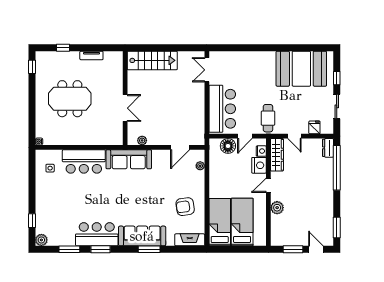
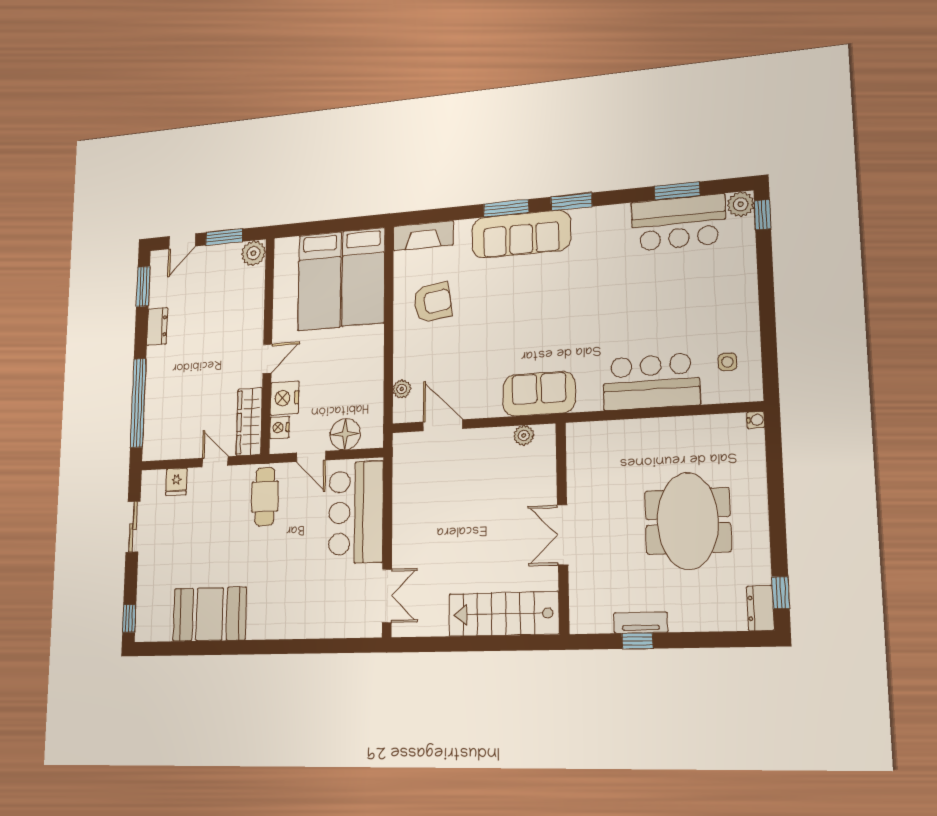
window: (63, 48) -> (637, 641), moved
dresser: (41, 61) -> (760, 608), added
booth: (301, 69) -> (210, 614), width x0.73, depth x0.70
window: (337, 78) -> (129, 618), moved
meeting table: (70, 99) -> (688, 521), turned 90
double door: (125, 108) -> (563, 535), moved
door: (245, 136) -> (311, 456), swing flipped
door: (180, 147) -> (443, 425), hinge flipped
dresser: (328, 148) -> (157, 326), moved
sofa: (129, 159) -> (539, 394), width x0.73
plant: (277, 208) -> (253, 253), moved
window: (32, 221) -> (763, 215), moved
bar counter: (97, 234) -> (678, 223), moved
window: (100, 249) -> (571, 202), moved
door: (316, 249) -> (182, 241), hinge flipped

